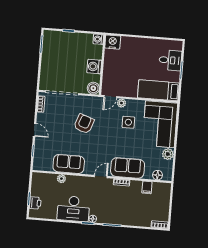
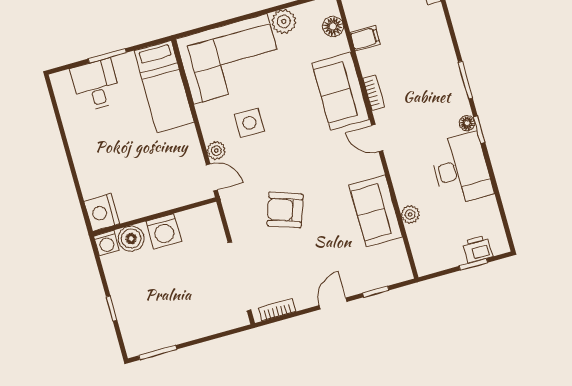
boiler: (93, 88) -> (131, 239), moved

